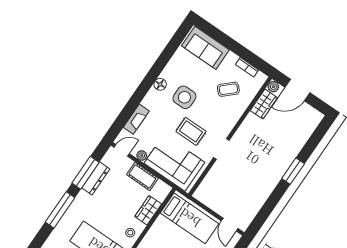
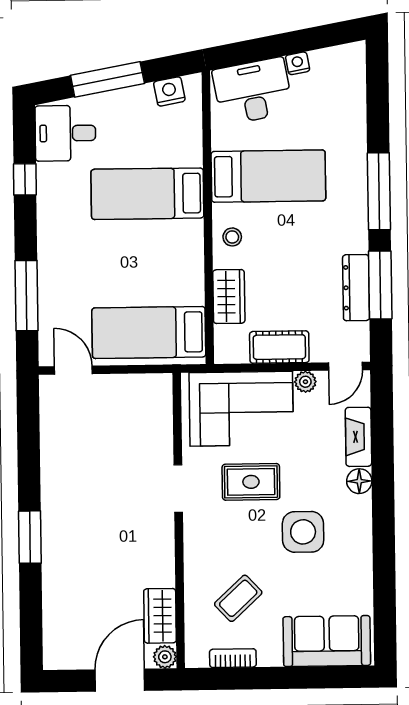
floor lamp: (160, 84) -> (359, 481), moved

